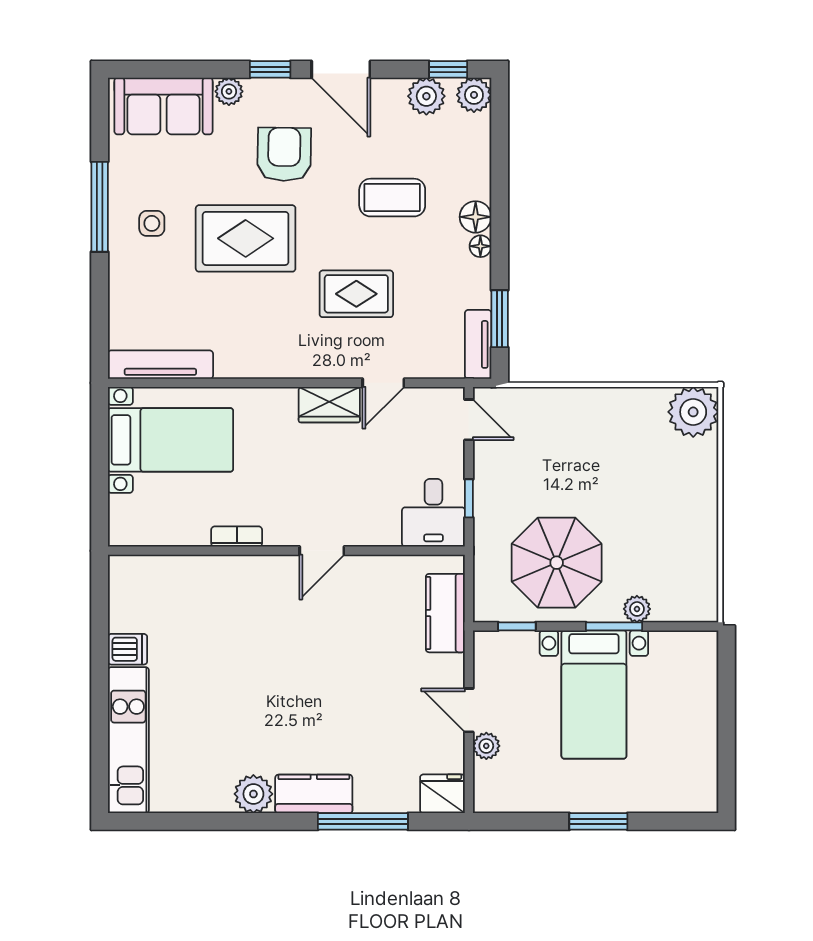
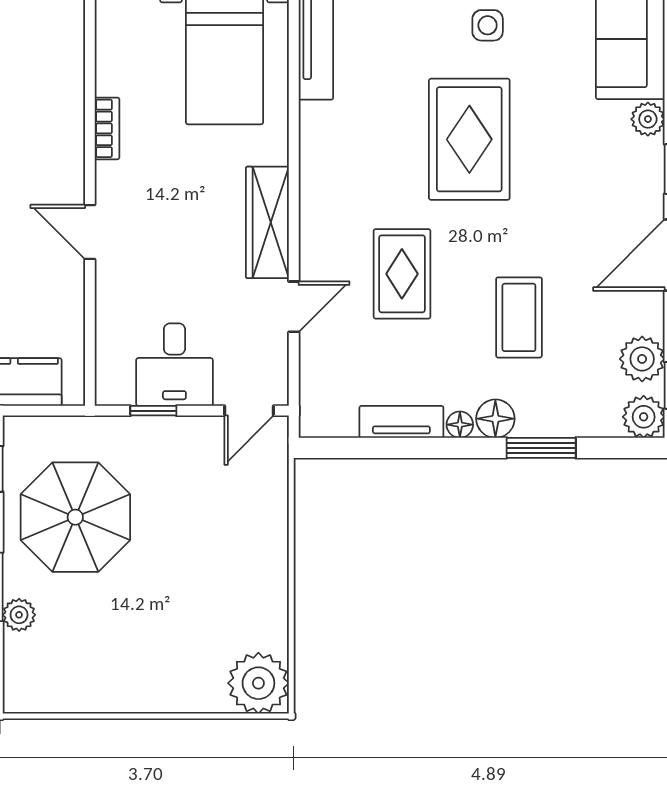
armchair: (284, 154) -> (572, 186), removed
window: (500, 319) -> (541, 448), moved
tv unit: (478, 344) -> (401, 422), moved
door: (383, 383) -> (294, 307), swing flipped
wardrobe: (329, 405) -> (267, 222), width x1.50
desk: (433, 513) -> (174, 365), moved, turned -90

